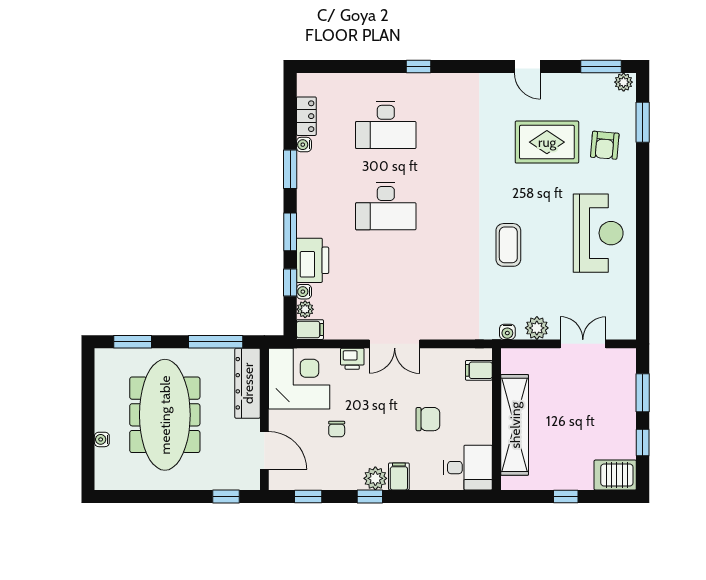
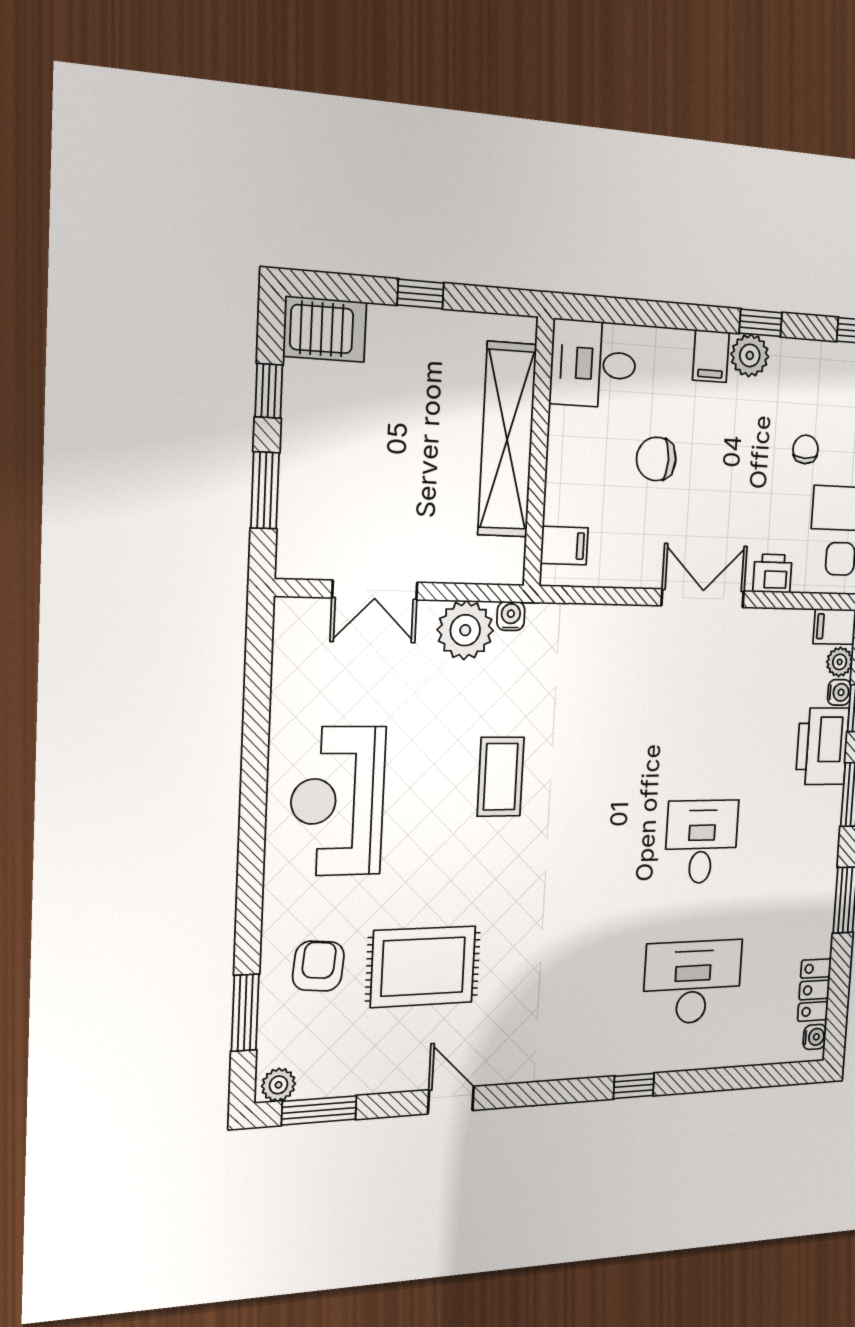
water cooler: (304, 145) -> (815, 1037), moved
desk: (386, 206) -> (701, 842), width x0.73
plant: (537, 328) -> (465, 630), width x1.36, depth x1.36

